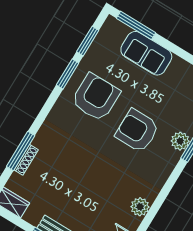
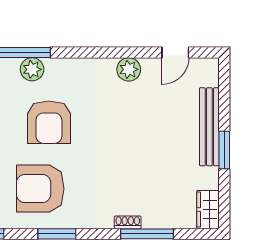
window: (68, 74) -> (57, 234), moved
shoe rack: (26, 160) -> (128, 222), moved, width x0.70

